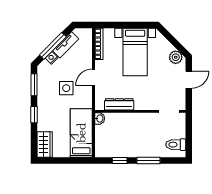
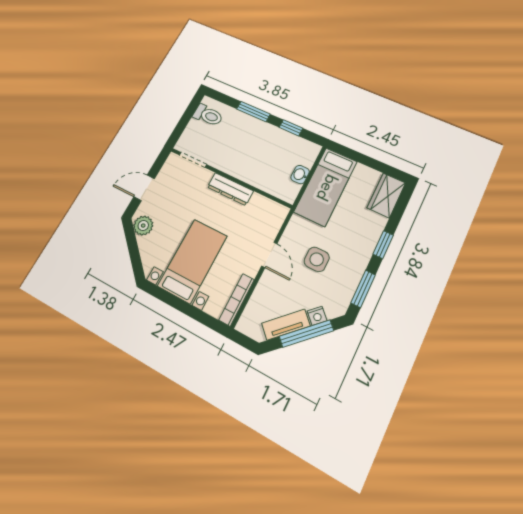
door: (94, 77) -> (269, 255), hinge flipped
dresser: (119, 104) -> (230, 189), moved
washbasin: (100, 118) -> (300, 175), moved

